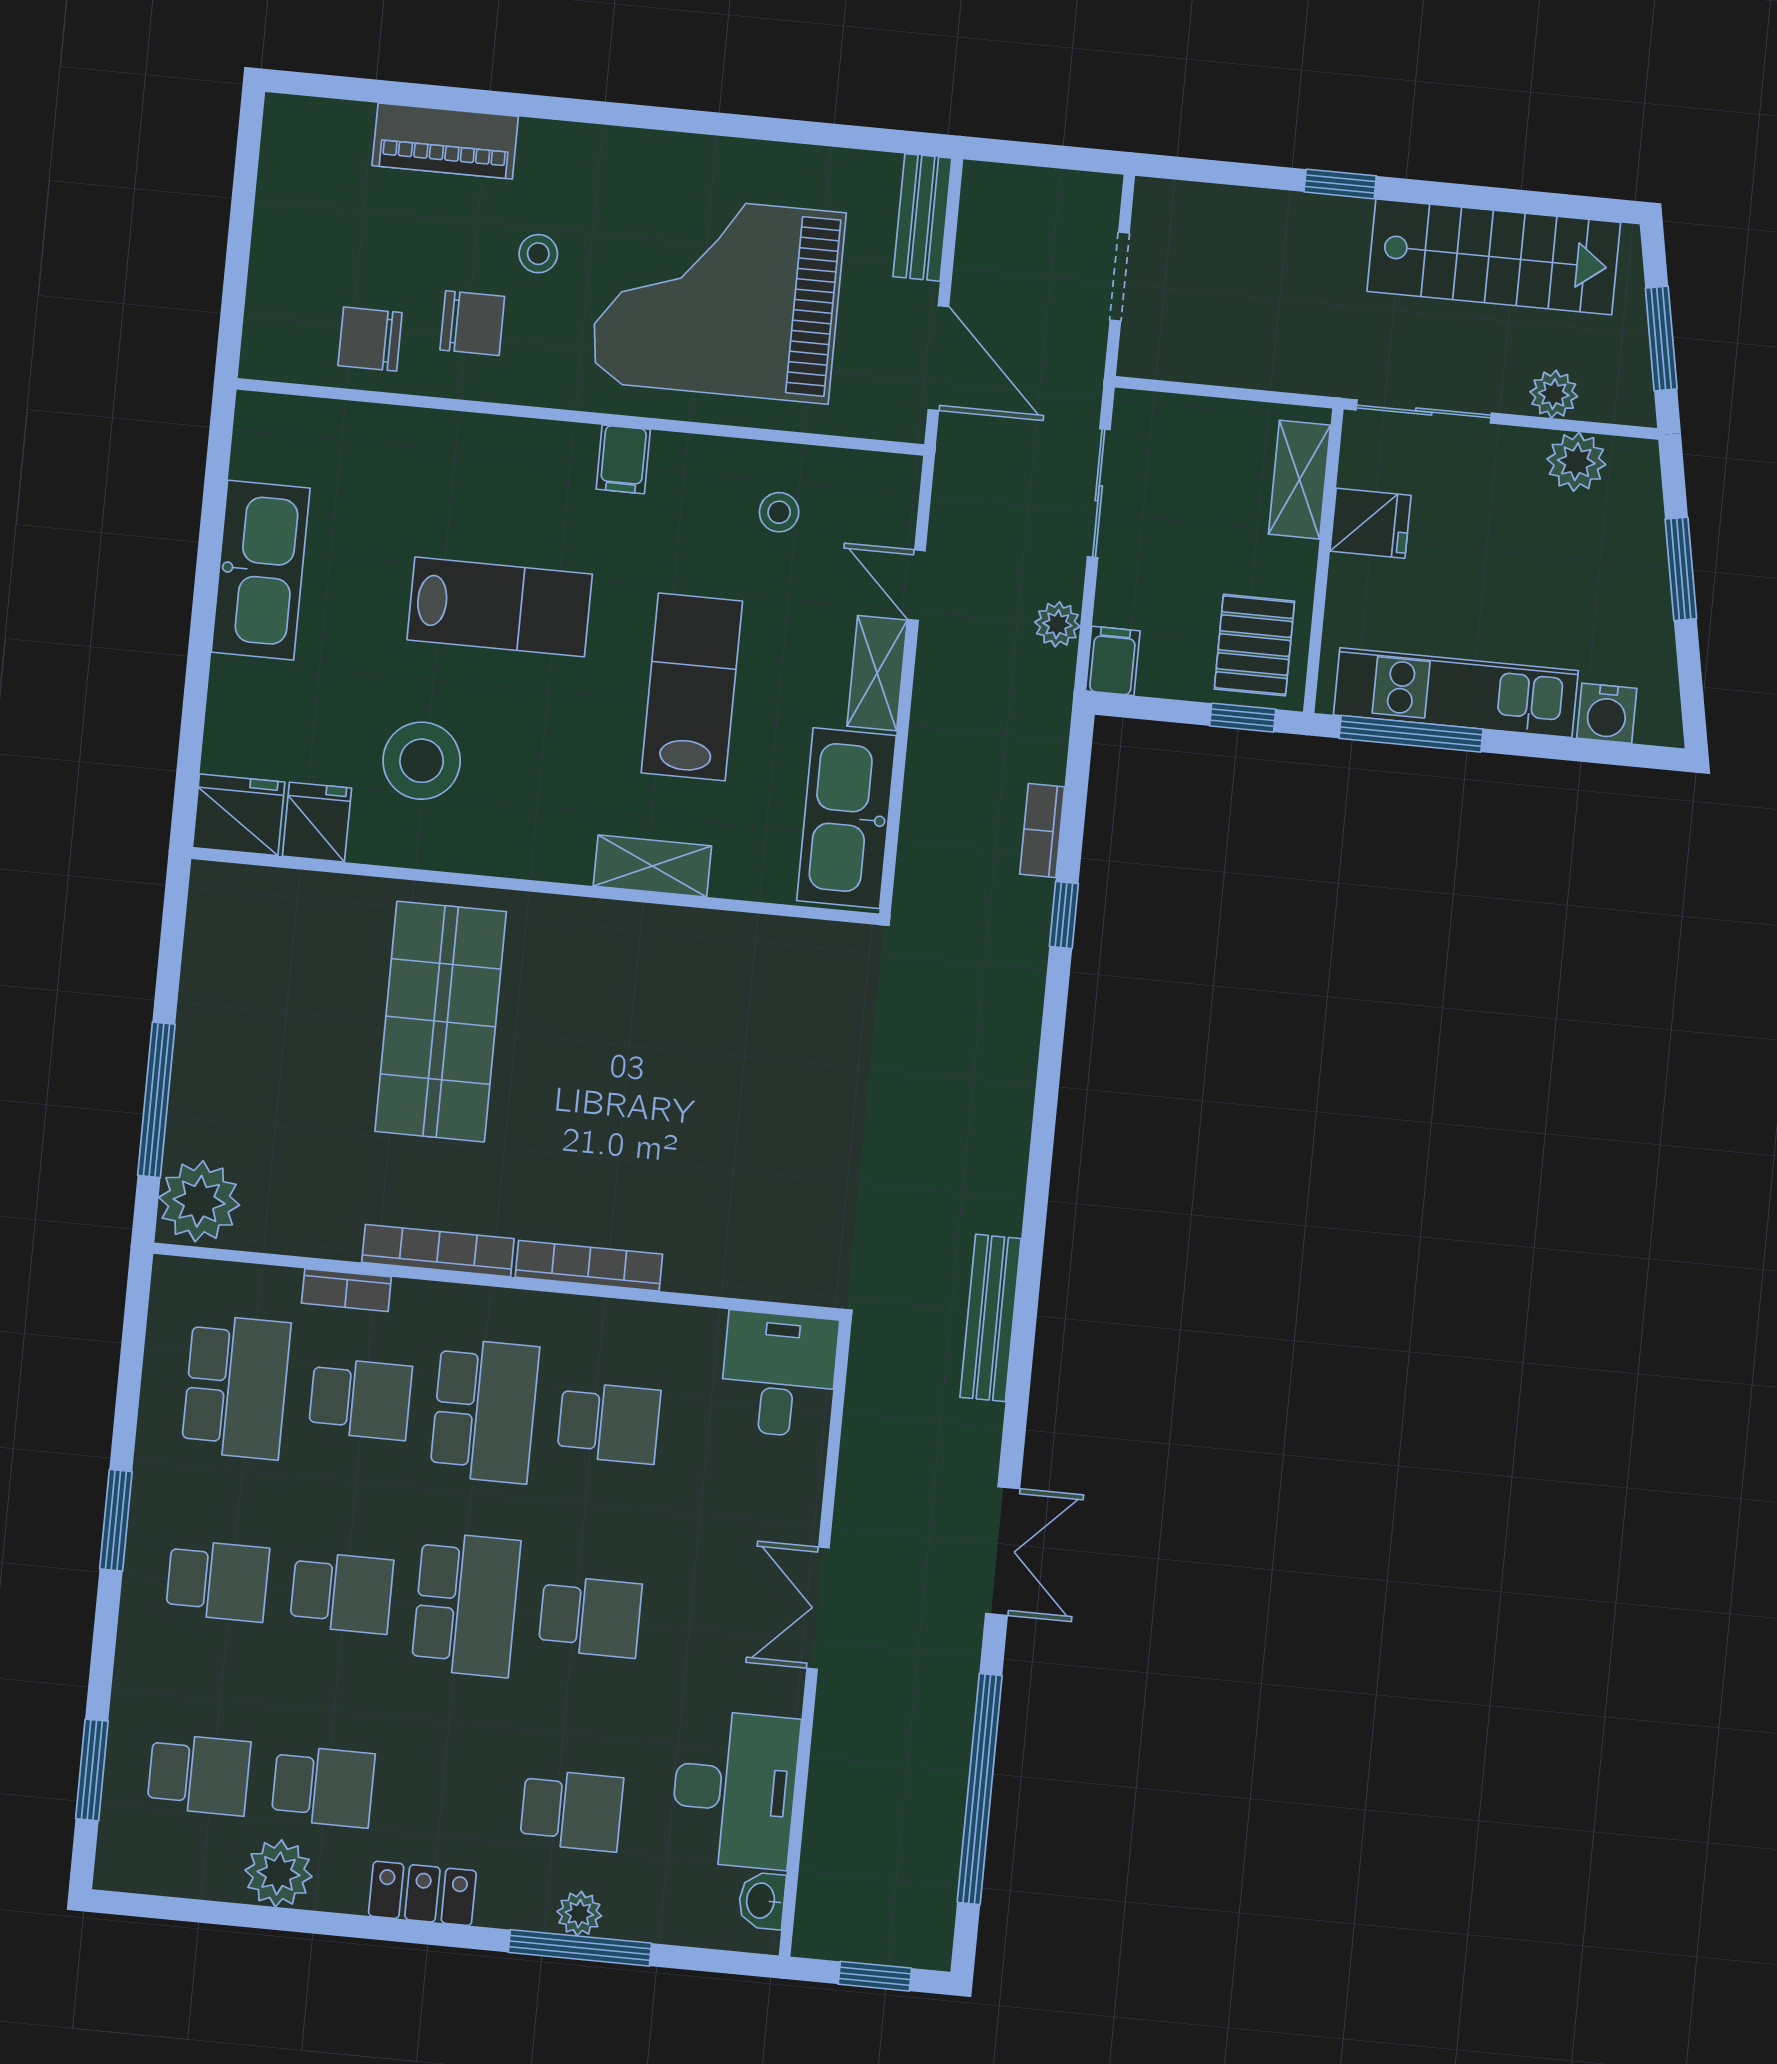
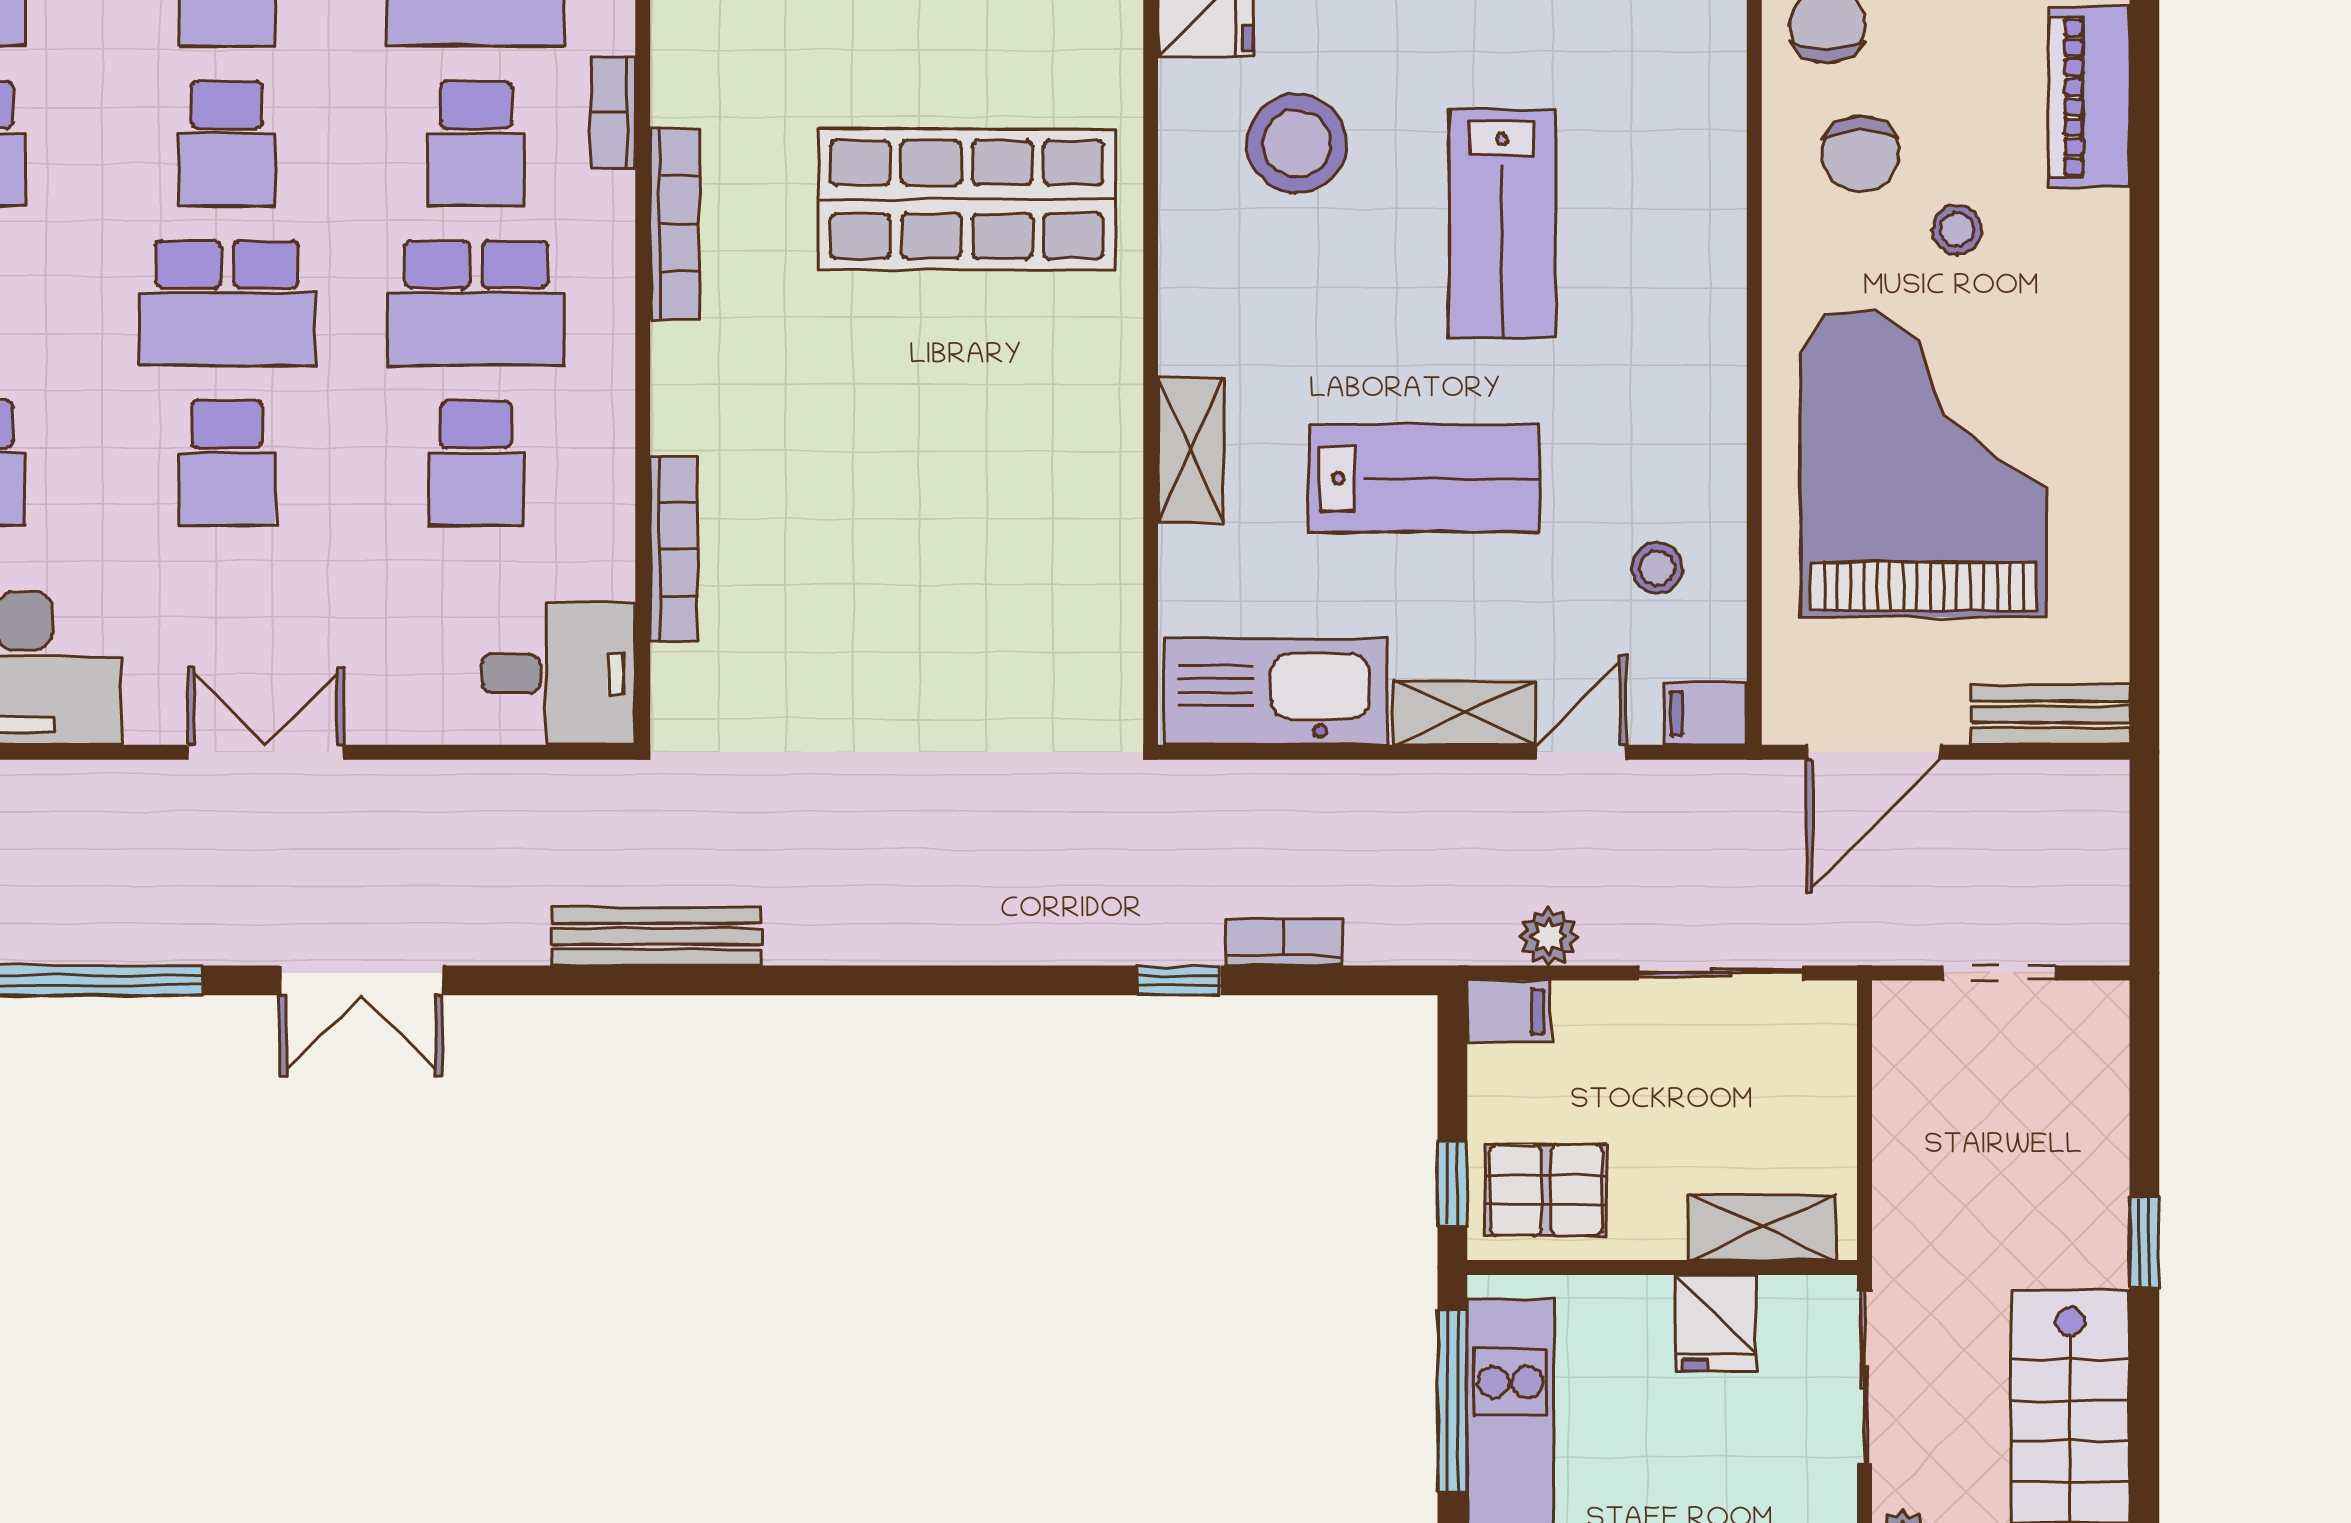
filing cabinet: (623, 459) -> (1705, 714), moved
bookcase: (589, 1266) -> (674, 549), moved

